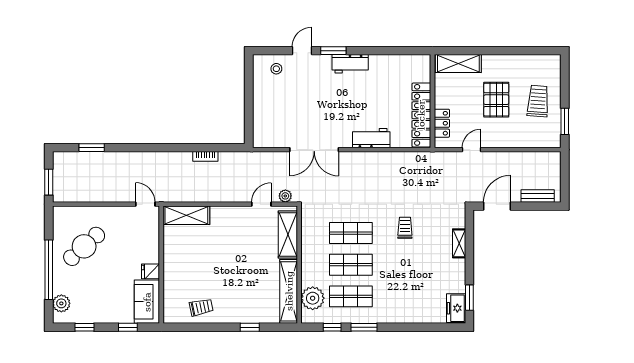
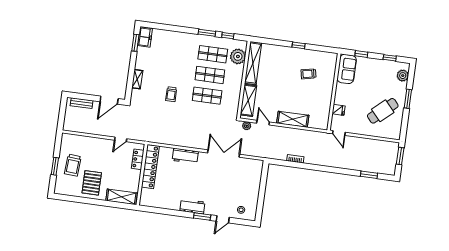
pallet: (496, 100) -> (92, 183), moved
window: (565, 121) -> (55, 166), moved
door: (261, 204) -> (263, 123), swing flipped
shelving: (186, 215) -> (293, 119), moved
window: (49, 270) -> (408, 99), width x0.47
fridge: (151, 271) -> (339, 110), moved
trolley: (201, 307) -> (309, 74), moved
window: (250, 327) -> (299, 45), moved

